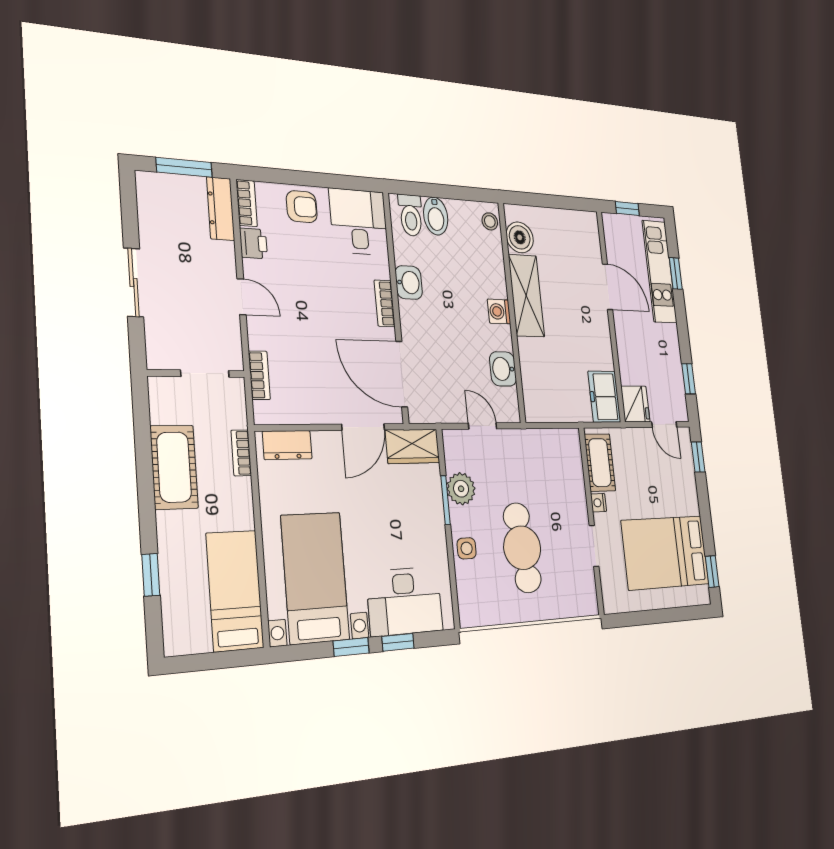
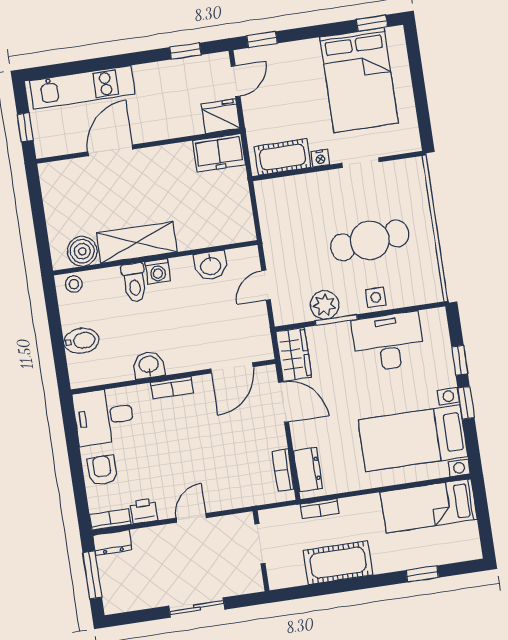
dresser: (221, 209) -> (112, 543), width x0.70
toilet: (411, 215) -> (134, 282), moved, turned 90
window: (676, 273) -> (80, 67), removed
door: (402, 374) -> (232, 368), width x0.73
bookcase: (259, 375) -> (283, 470), moved, turned -90
desk: (405, 601) -> (388, 342), moved, turned -90

